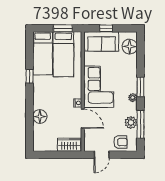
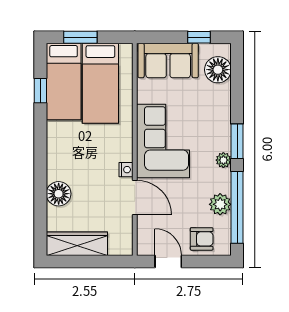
window: (63, 28) -> (80, 37), moved
window: (106, 28) -> (199, 37), moved
window: (30, 76) -> (40, 91), moved
window: (140, 124) -> (237, 207), width x1.46
wardrobe: (69, 145) -> (77, 244), moved, width x1.50
door: (102, 155) -> (168, 261), swing flipped

